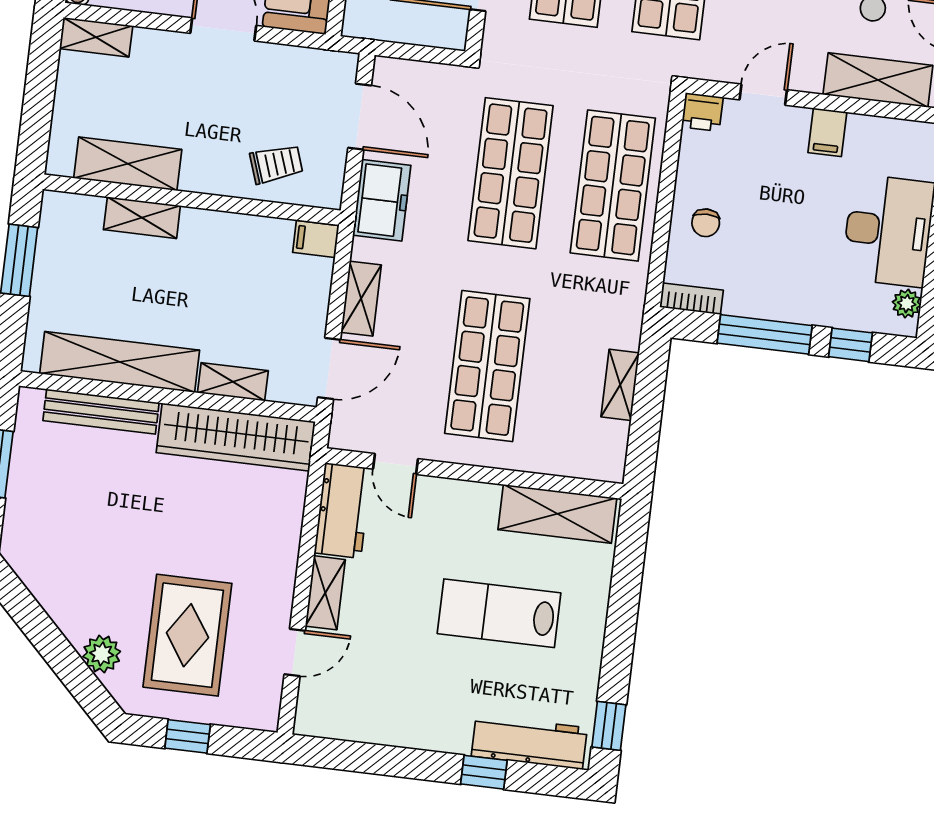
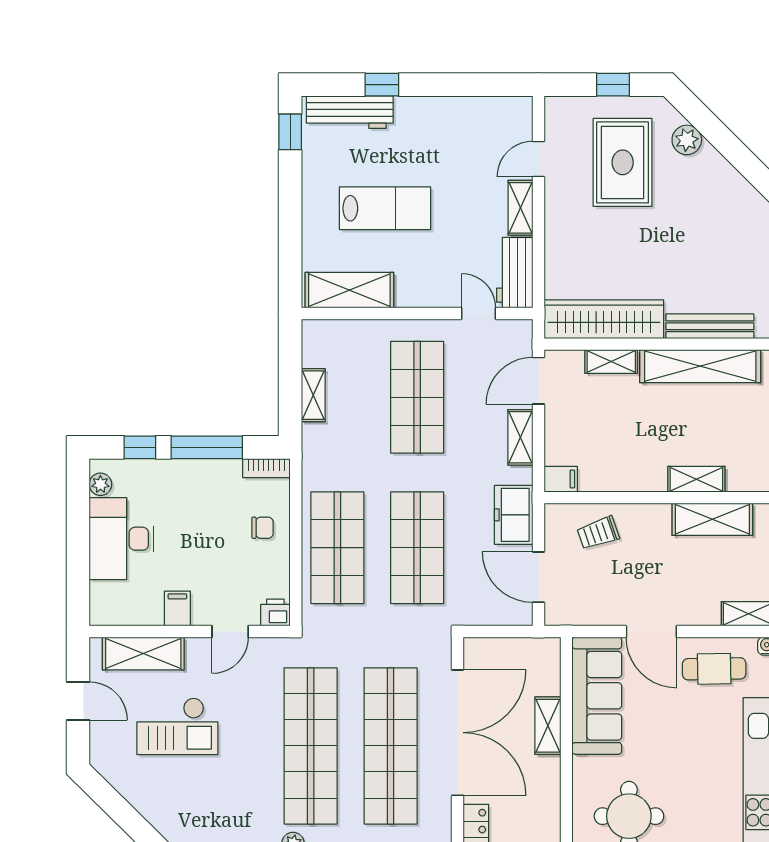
chair: (706, 223) -> (262, 528), turned 90

